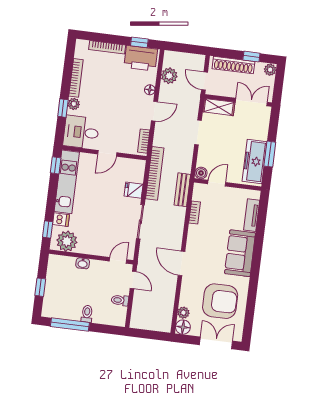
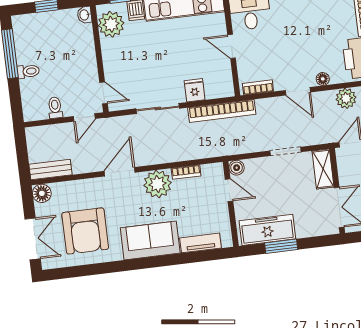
bench: (182, 190) -> (51, 169), moved
washbasin: (83, 263) -> (85, 15), moved
plant: (183, 313) -> (158, 184), moved, width x1.88, depth x1.88

